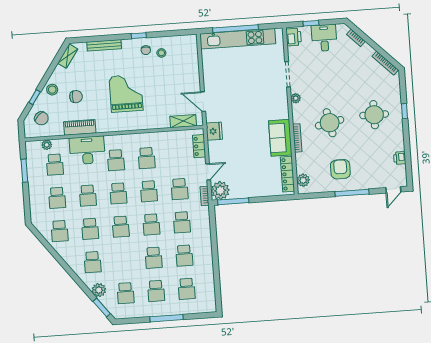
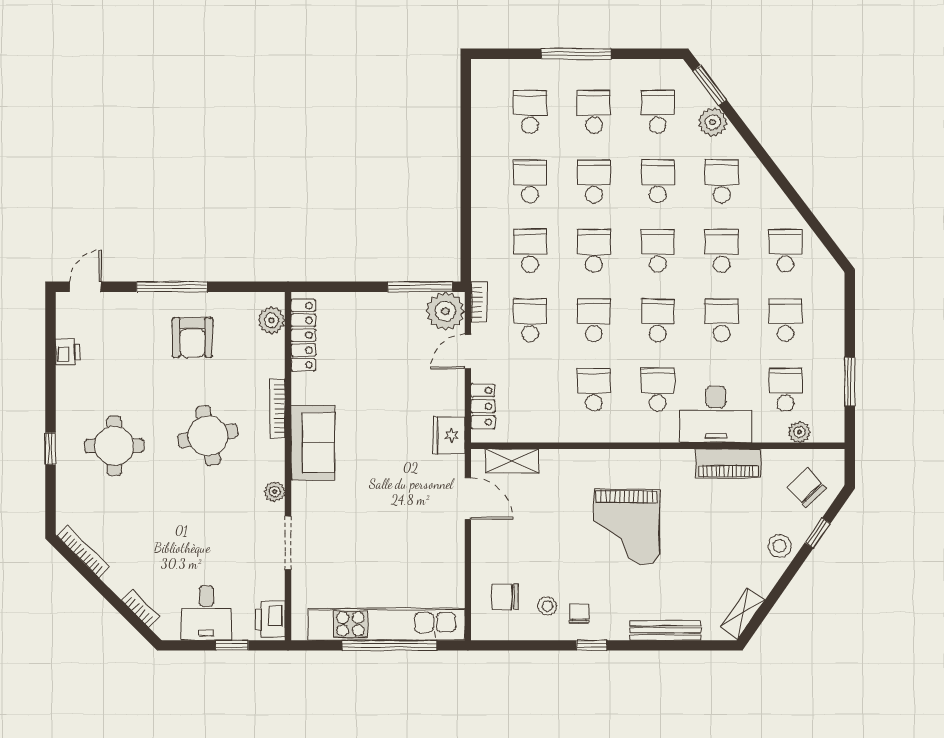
chair: (76, 97) -> (505, 597), moved
sofa: (280, 138) -> (313, 443), moved
school desk: (123, 260) -> (658, 181), added

